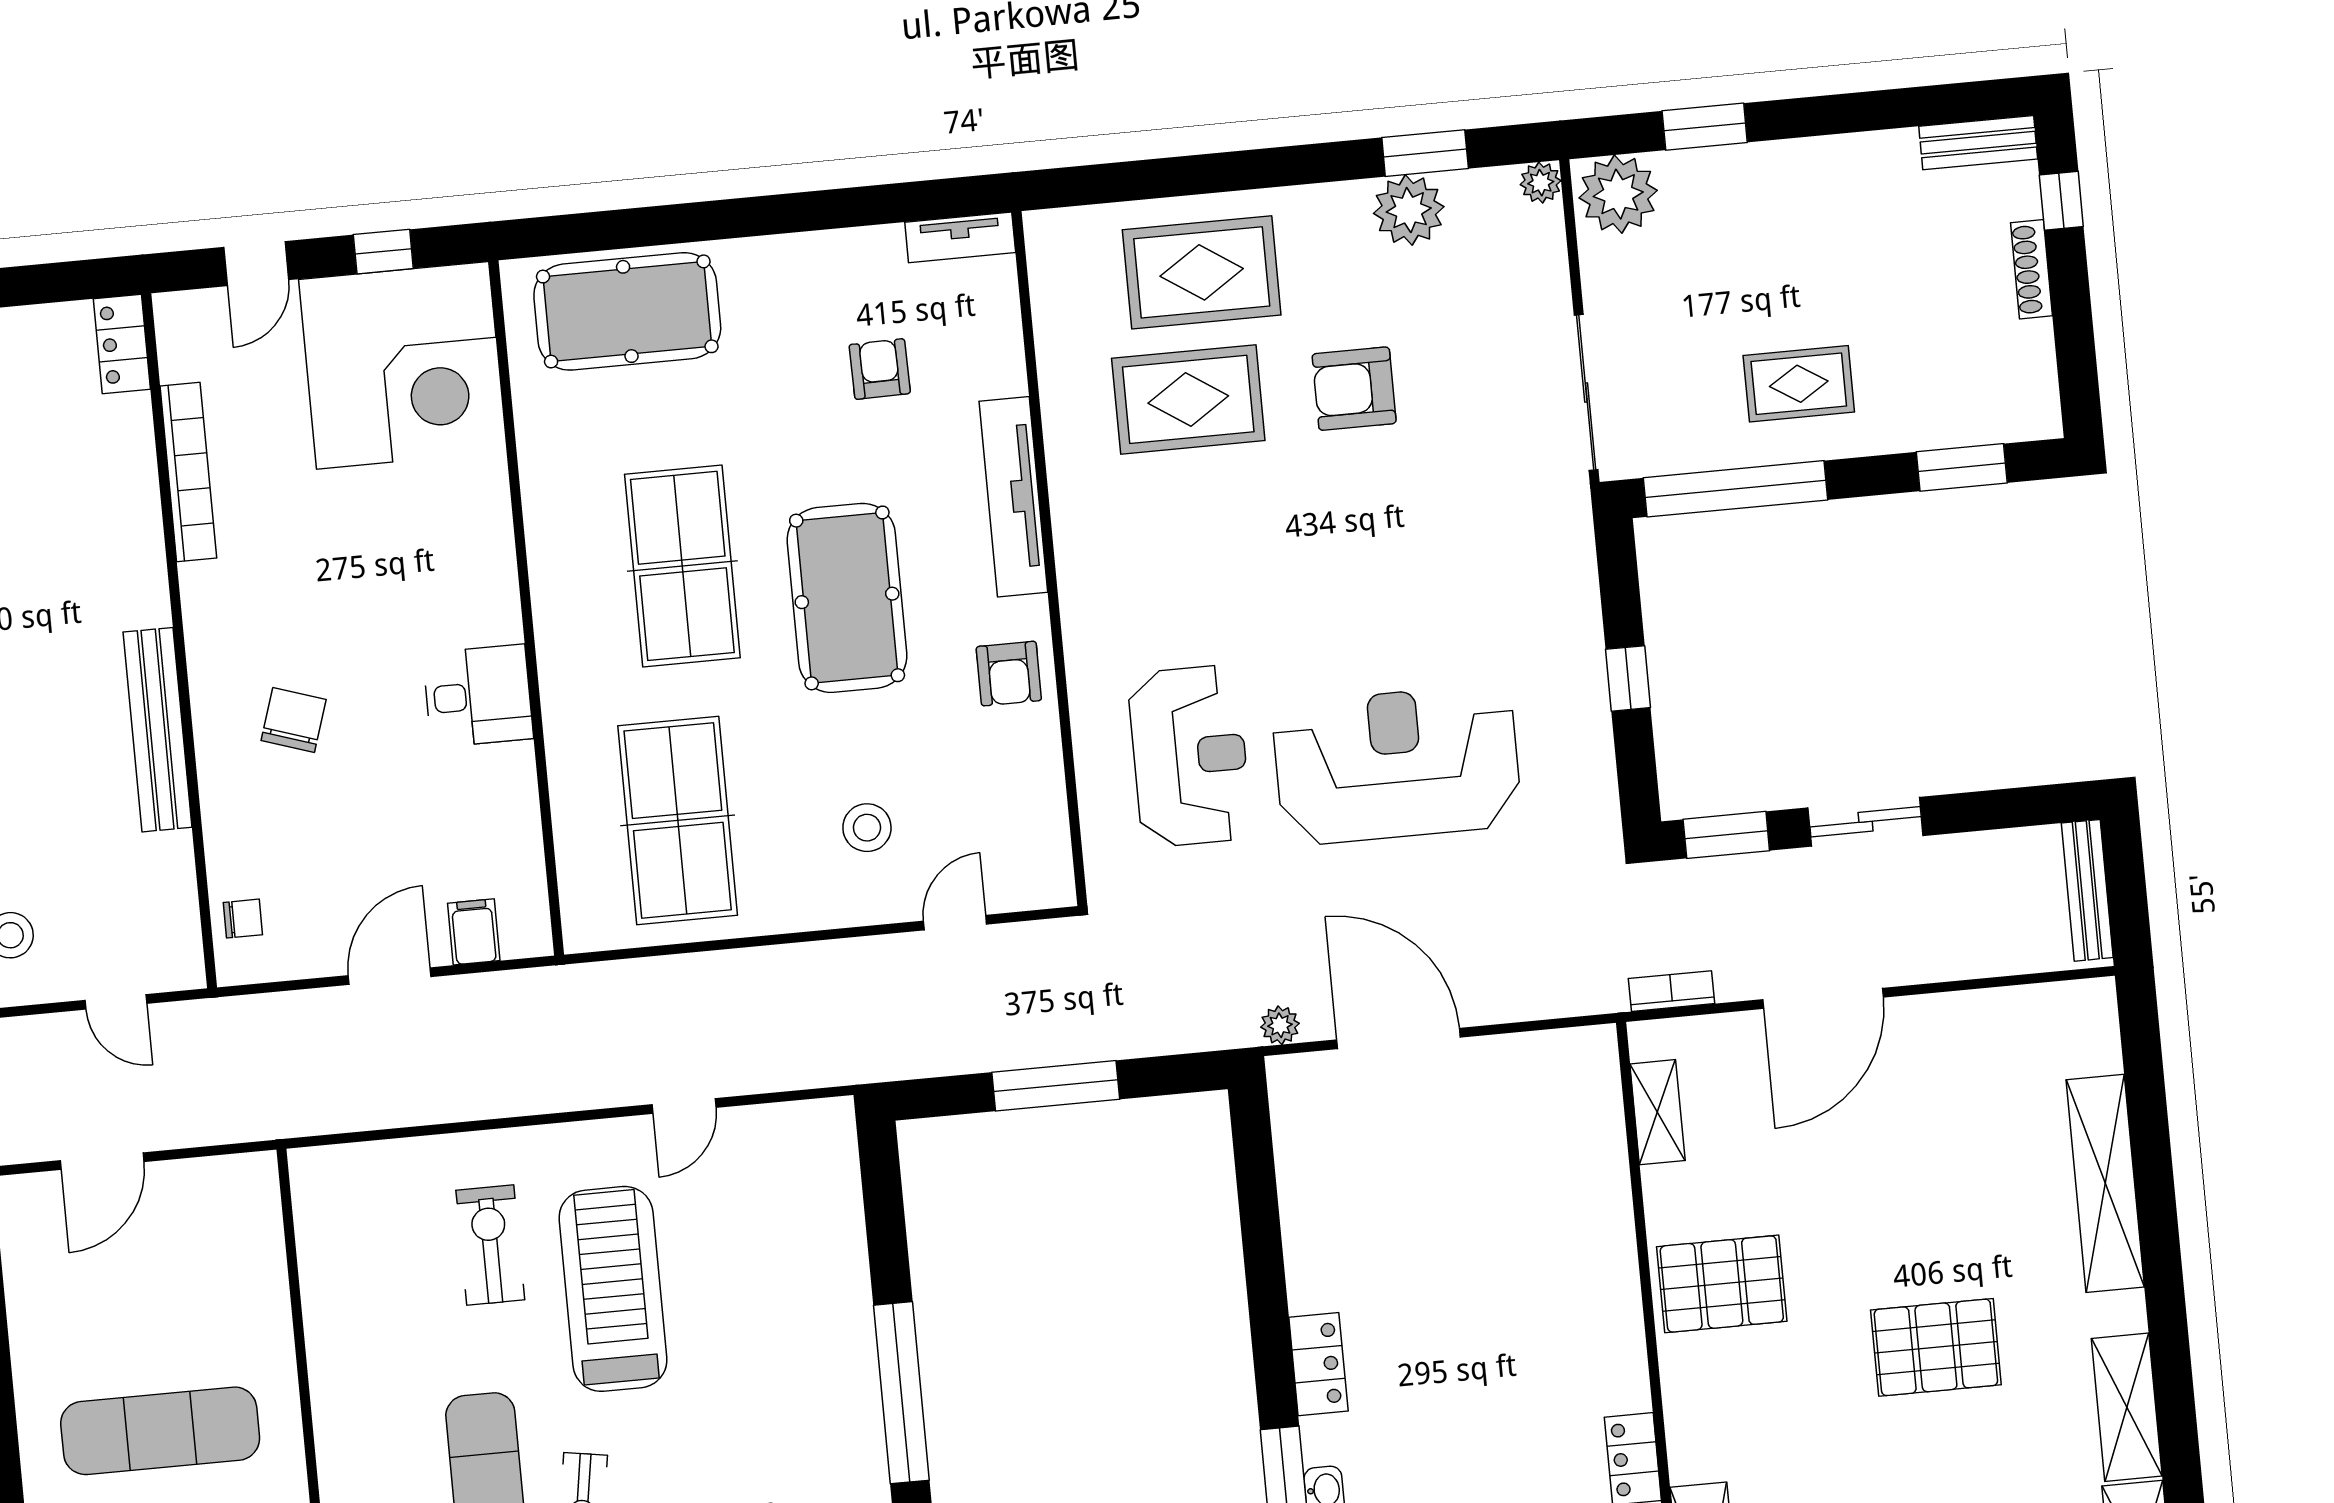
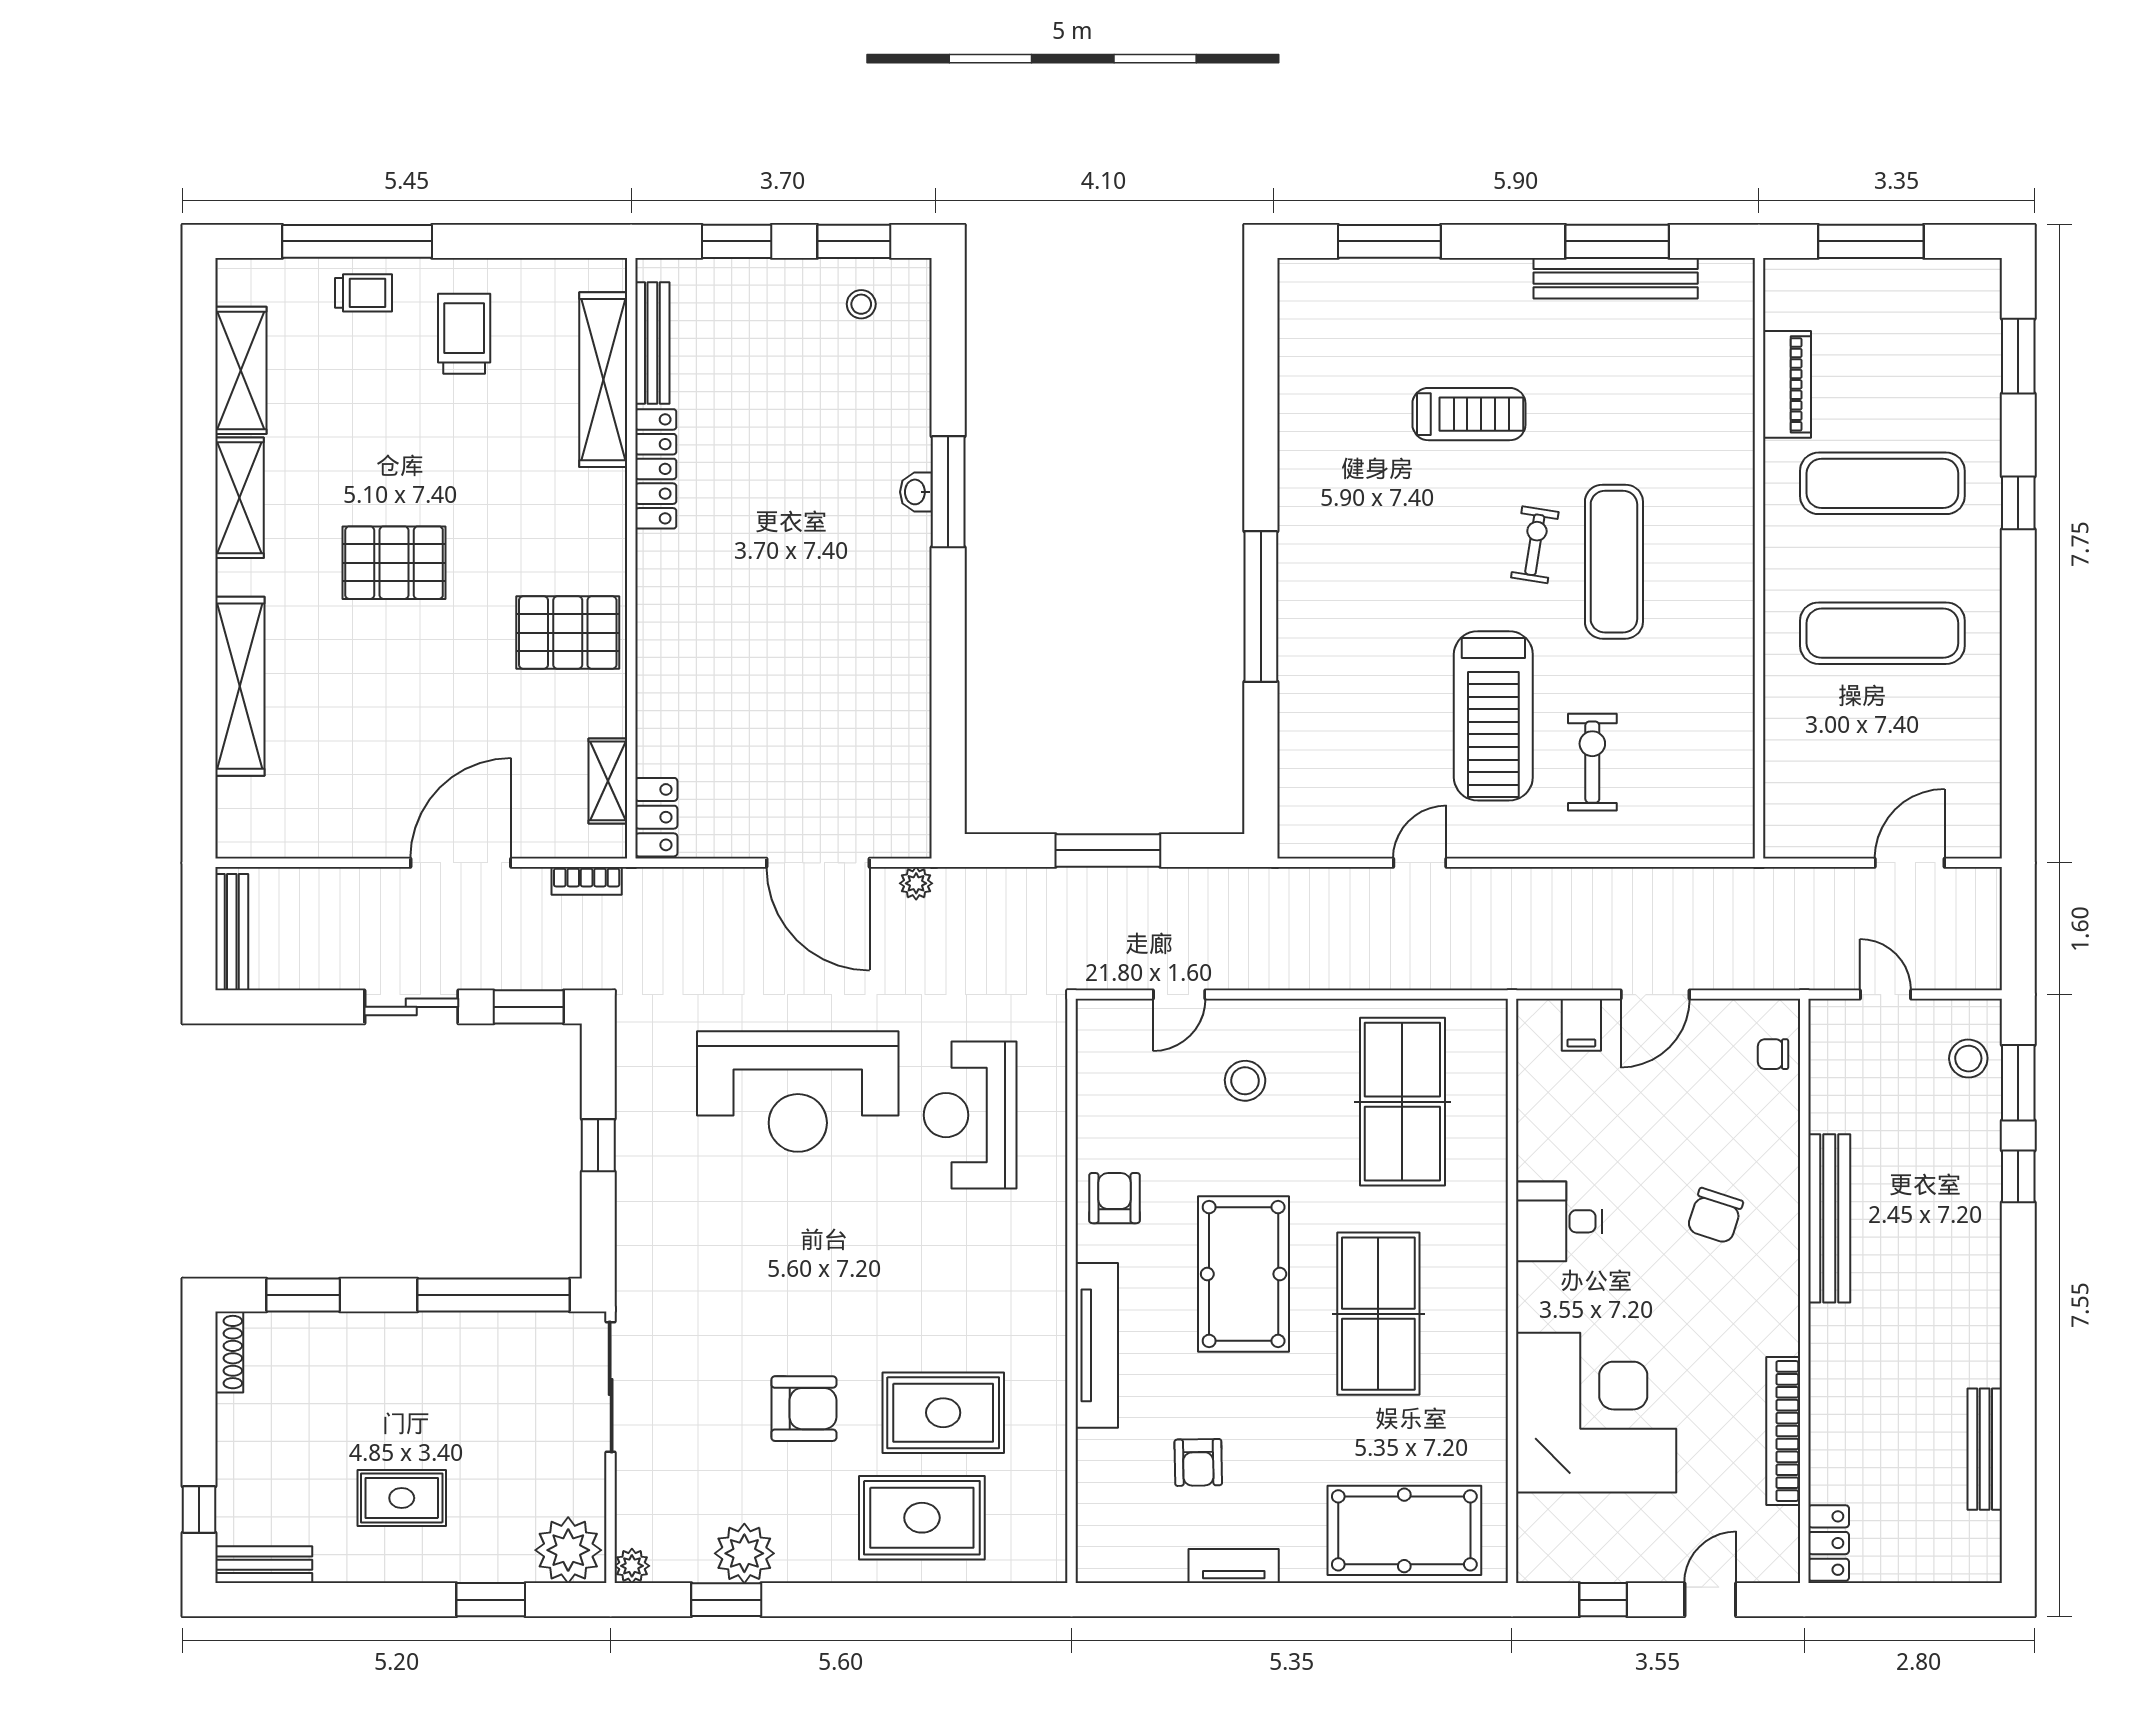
tv unit: (960, 237) -> (1234, 1566), moved
shoe rack: (2032, 269) -> (229, 1352), moved
corner desk: (403, 365) -> (1596, 1413), moved, turned 90
rug: (1799, 384) -> (402, 1498), moved
exercise bike: (490, 1245) -> (1592, 762), turned 180
locker: (1318, 1364) -> (656, 817), moved, turned 180

